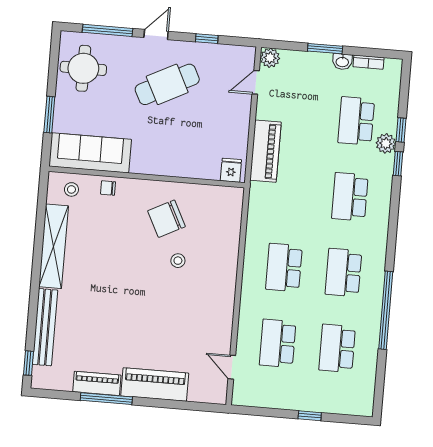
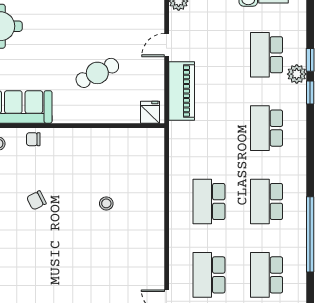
door: (256, 82) -> (167, 45), moved
cafe table: (167, 84) -> (97, 73), moved, width x0.73, depth x0.74
chair: (167, 219) -> (36, 200), moved, width x0.54, depth x0.54

